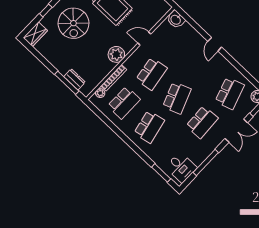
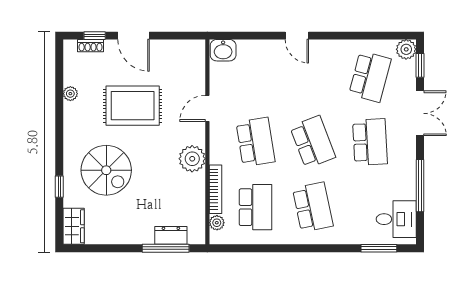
school desk: (230, 93) -> (370, 77), turned 33

